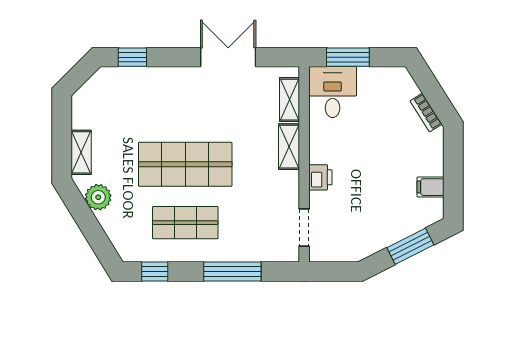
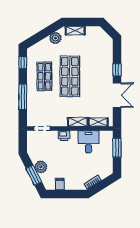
window: (132, 57) -> (117, 70), moved
desk: (333, 92) -> (88, 142), moved, turned -90
plant: (391, 230) -> (41, 167), added

